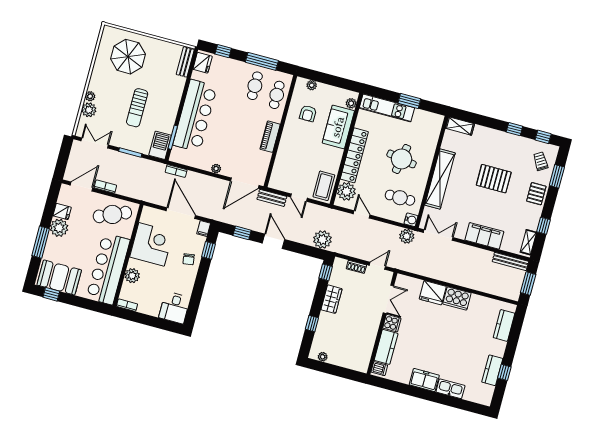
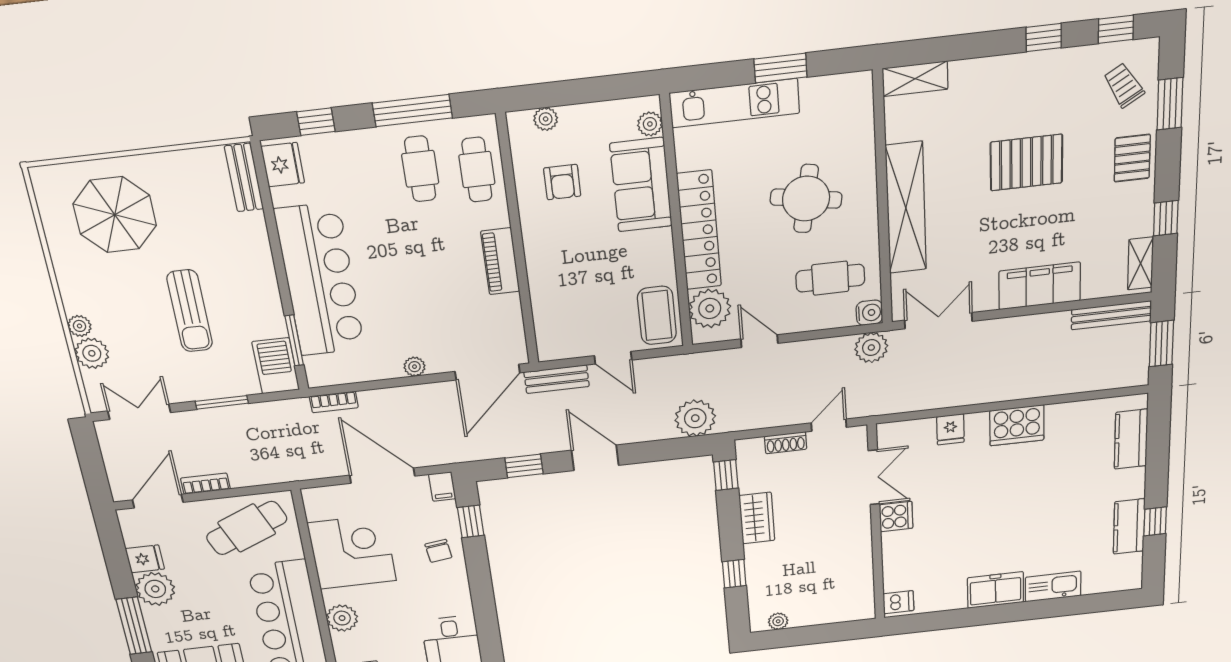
fridge: (433, 293) -> (950, 429), width x0.53, depth x0.75
kitchen counter: (386, 347) -> (899, 561), removed

